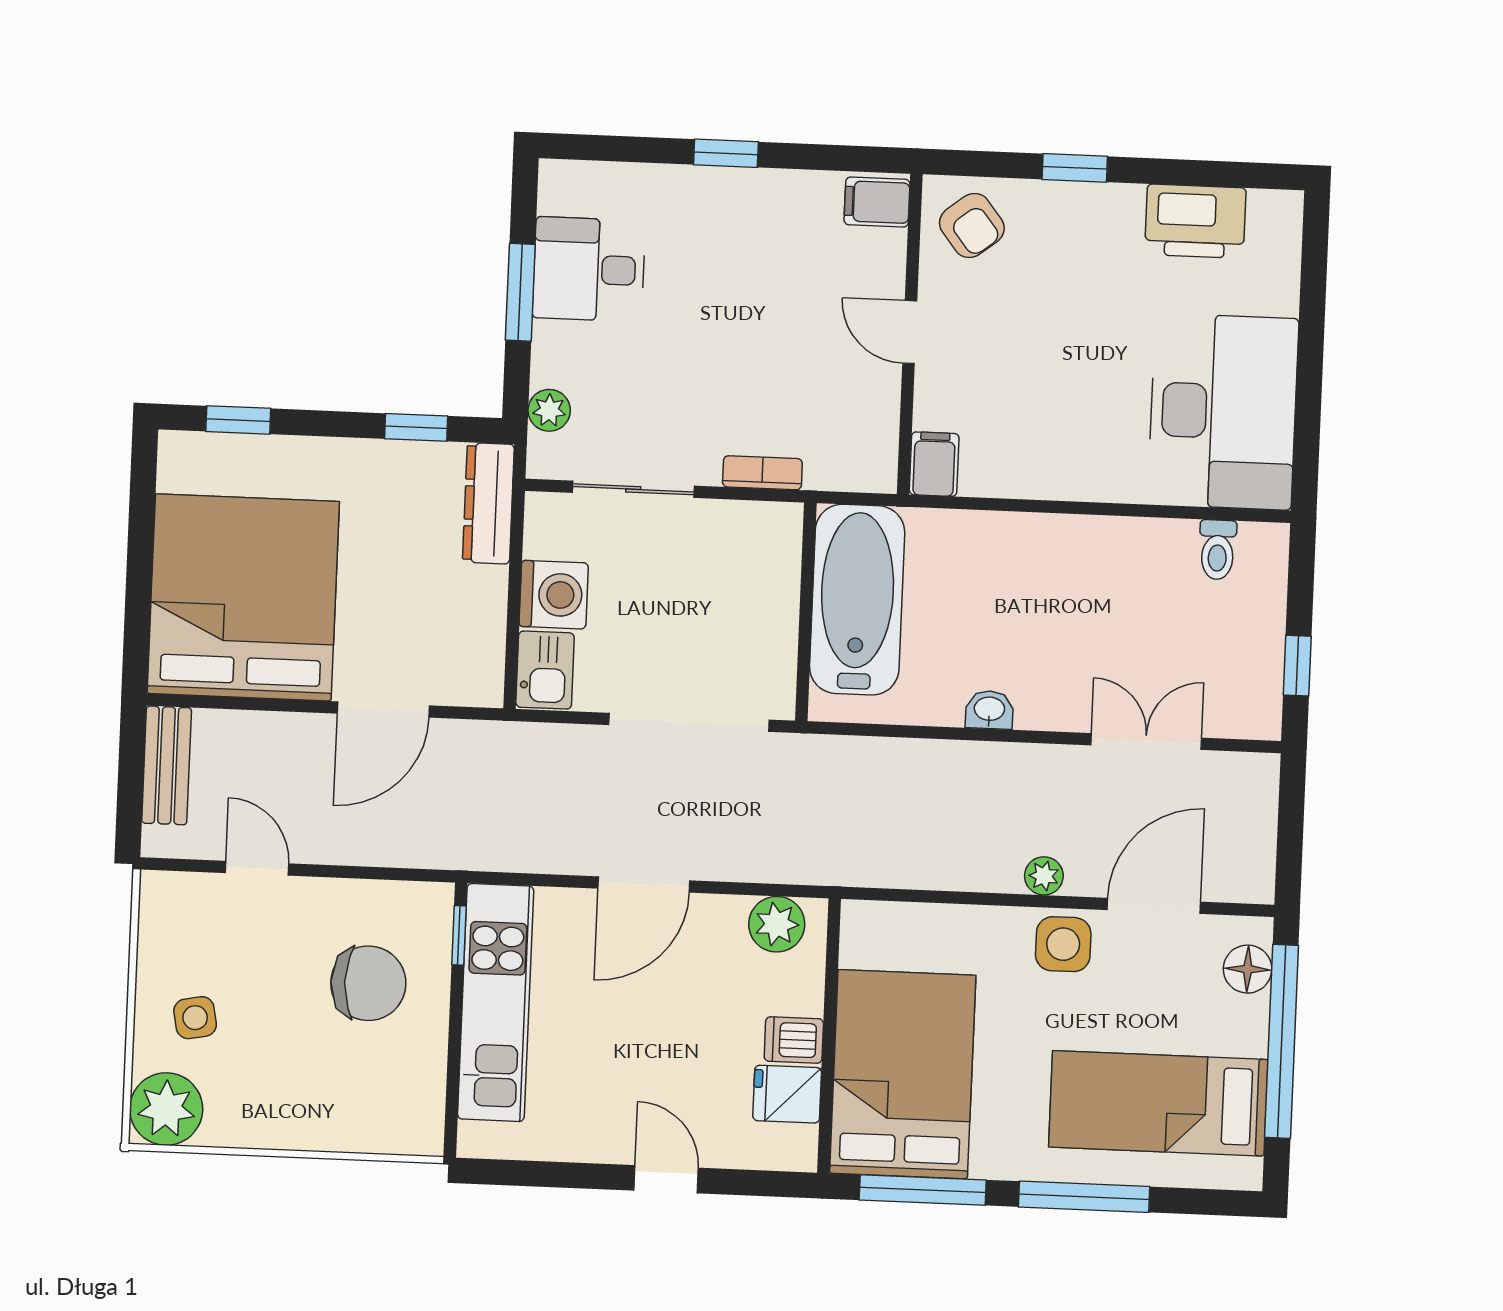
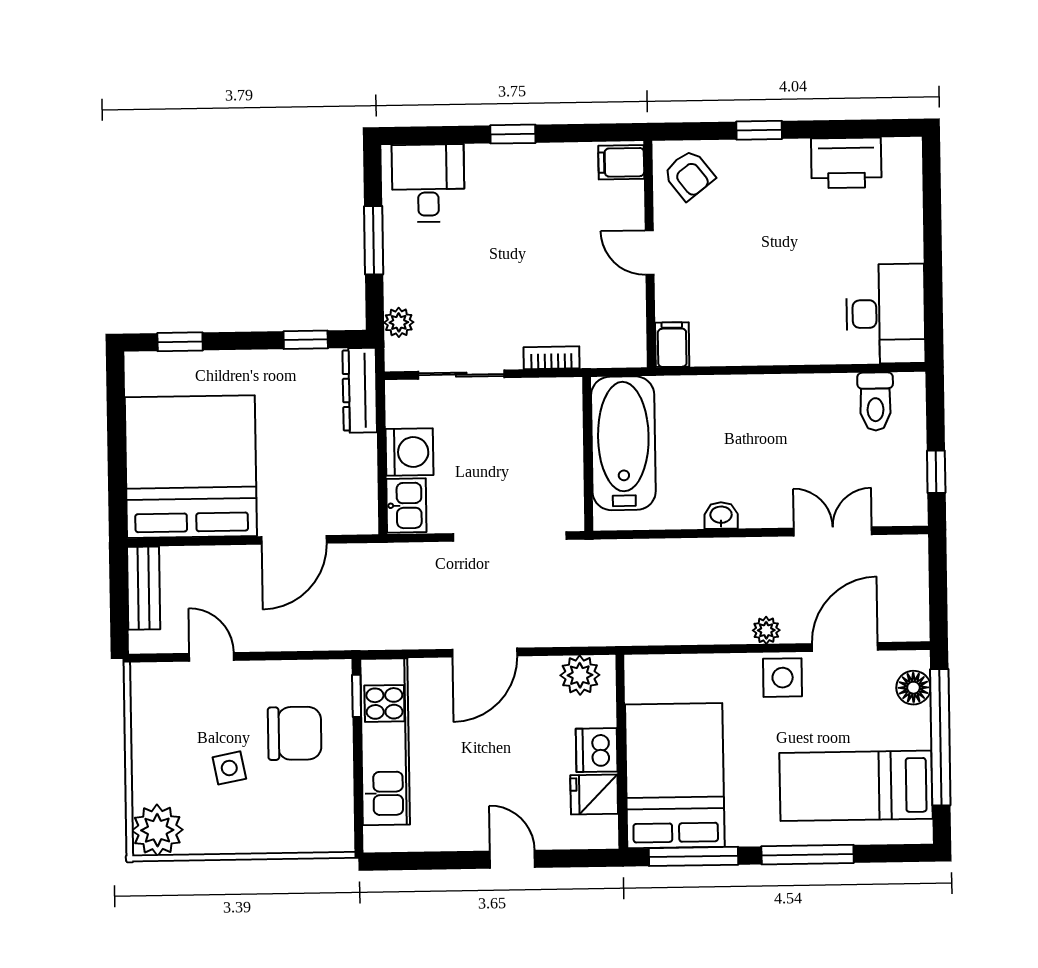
desk: (589, 269) -> (428, 183), moved, turned 90
desk: (1223, 412) -> (886, 314), width x0.73, depth x0.77
toilet: (1218, 550) -> (875, 401), width x1.37, depth x1.39
side table: (195, 1018) -> (229, 768), moved
dishwasher: (794, 1040) -> (597, 750), width x1.38

